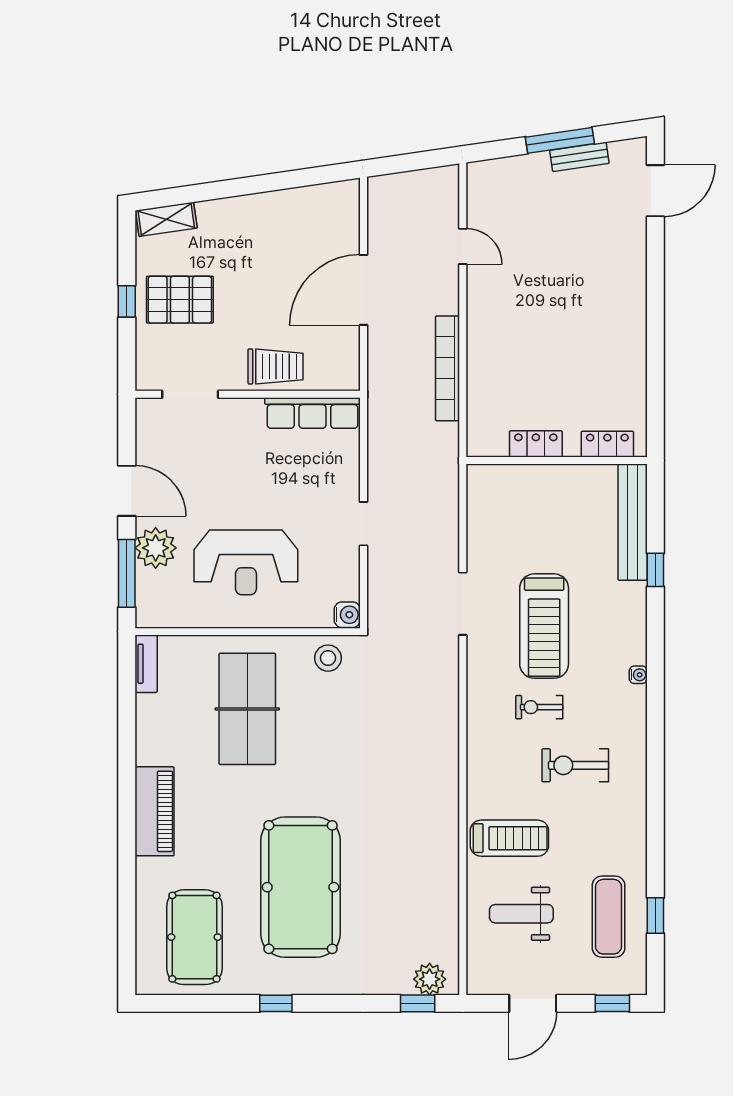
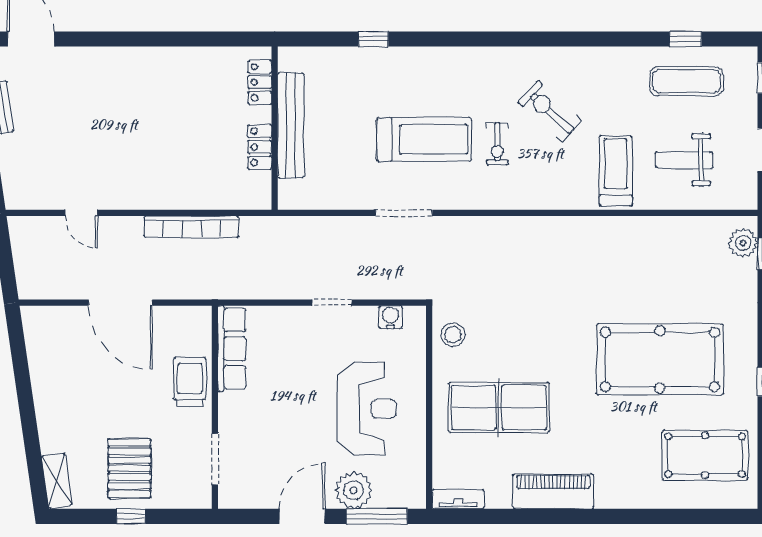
door: (463, 246) -> (81, 213), swing flipped
bench: (633, 522) -> (291, 125), moved, turned 90
water cooler: (347, 615) -> (390, 317), moved
water cooler: (638, 675) -> (468, 54), removed
exercise bike: (575, 765) -> (550, 111), turned 132
piano: (154, 811) -> (553, 491), moved
weight bench: (521, 914) -> (684, 160), turned 90

